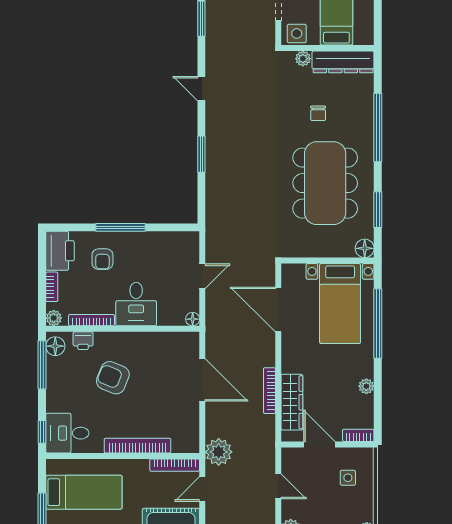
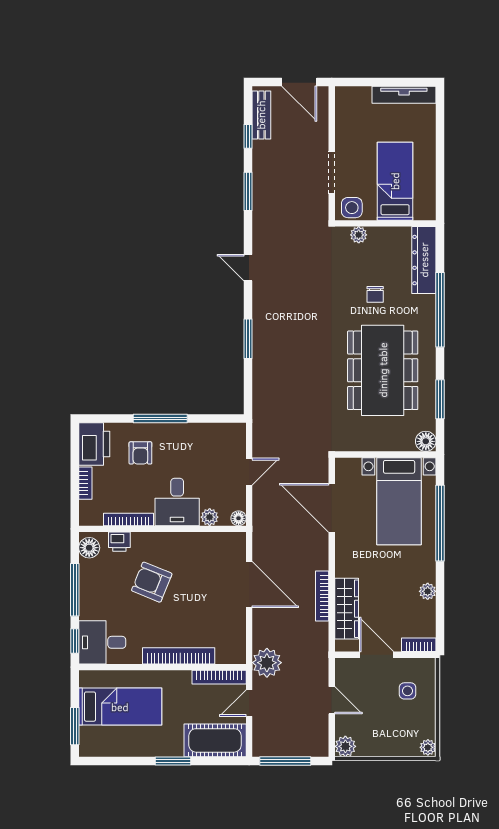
dresser: (343, 62) -> (424, 260), moved, turned 90
plant: (54, 318) -> (210, 517), moved
window: (42, 365) -> (75, 590), moved

